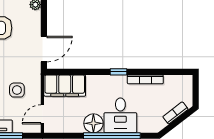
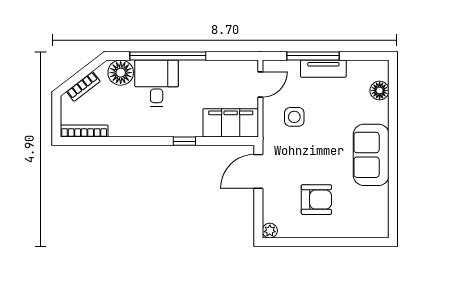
window: (119, 72) -> (184, 141), moved
bookcase: (145, 79) -> (84, 131), moved
floor lamp: (93, 123) -> (121, 73), moved

